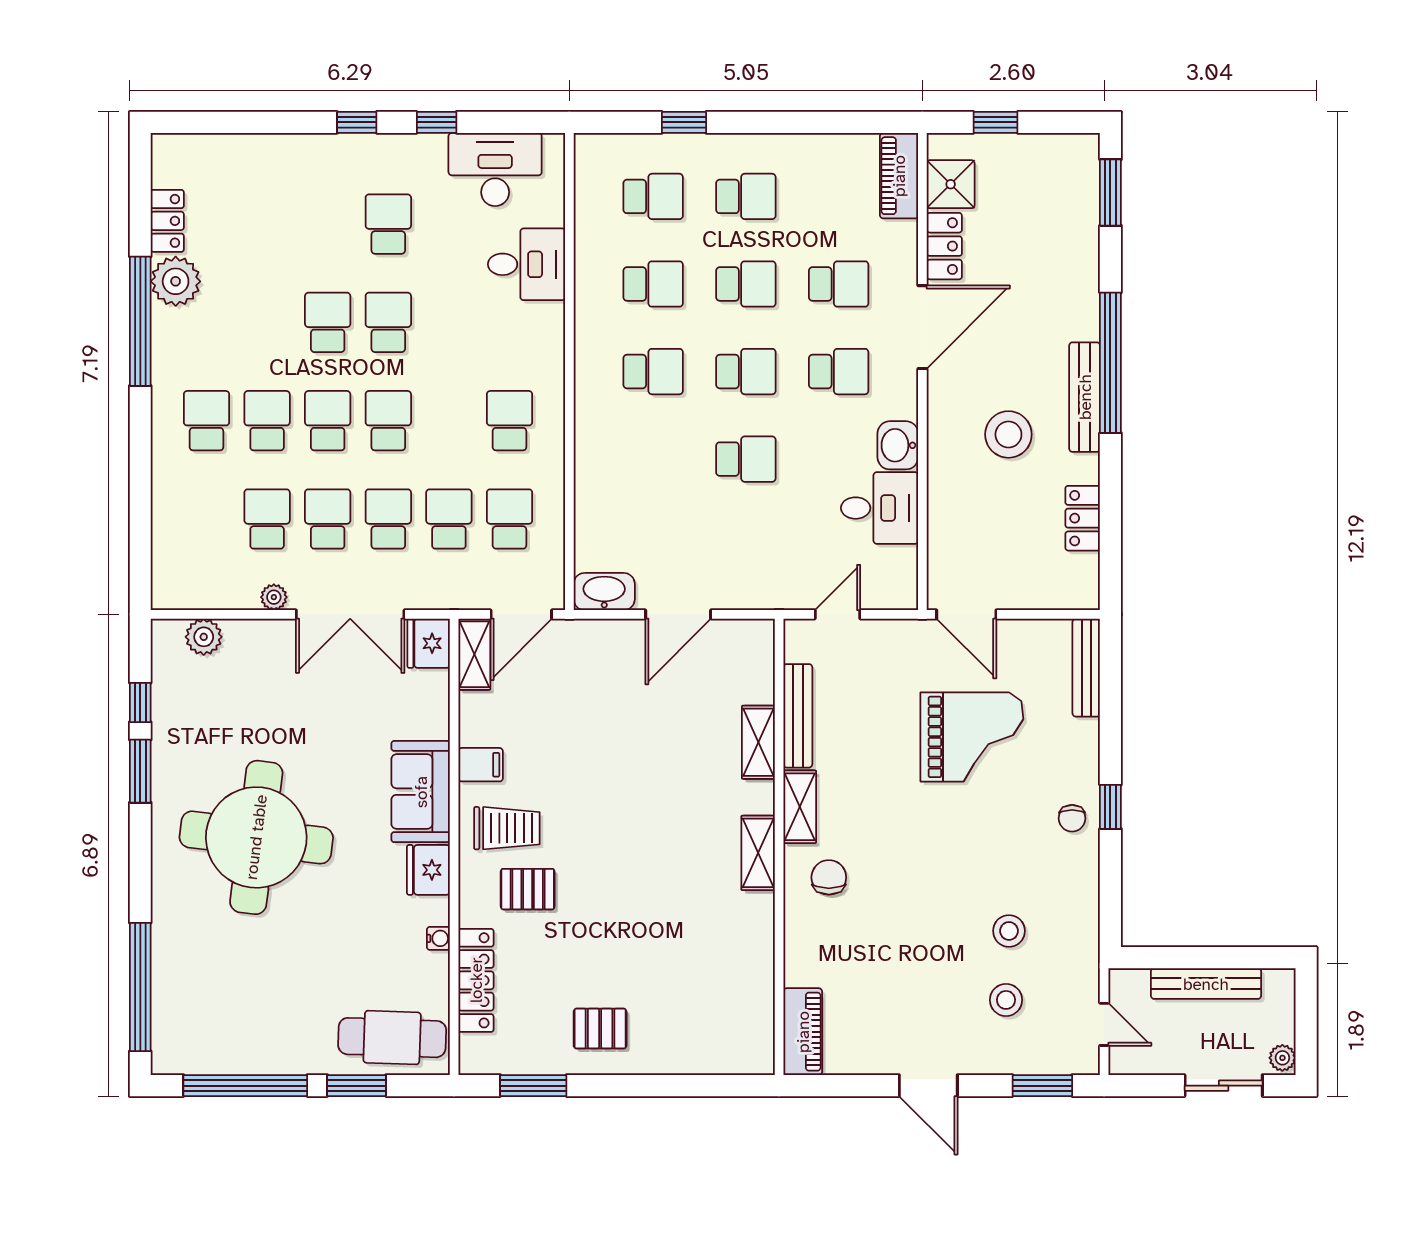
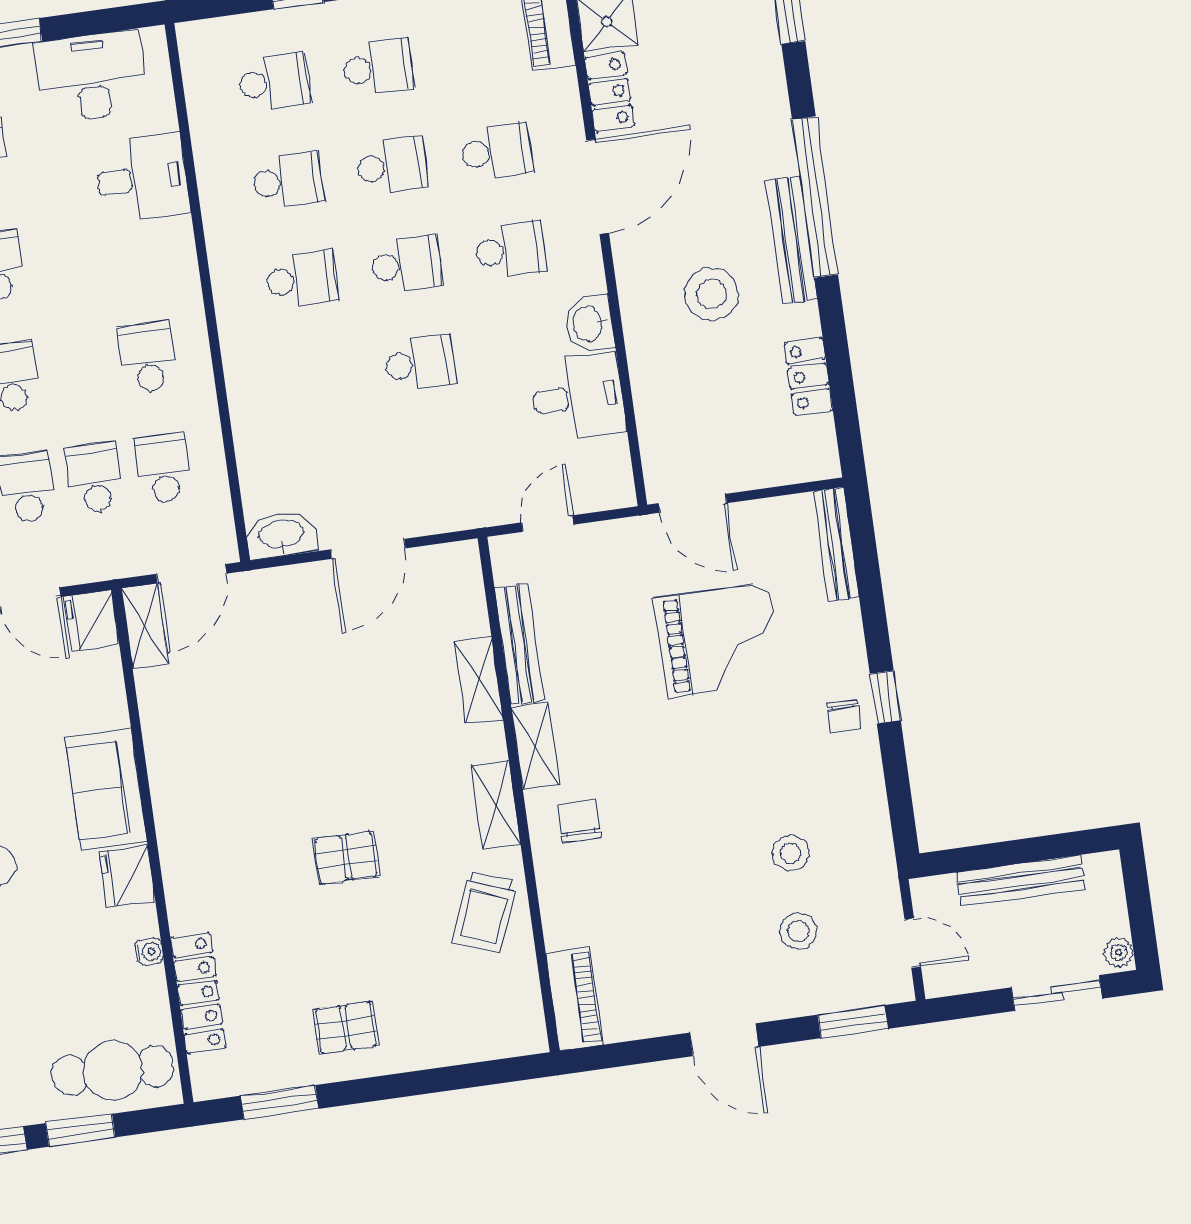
filing cabinet: (481, 765) -> (169, 749), removed
trolley: (507, 828) -> (484, 912), moved, turned 111
pallet: (528, 889) -> (346, 857), moved

